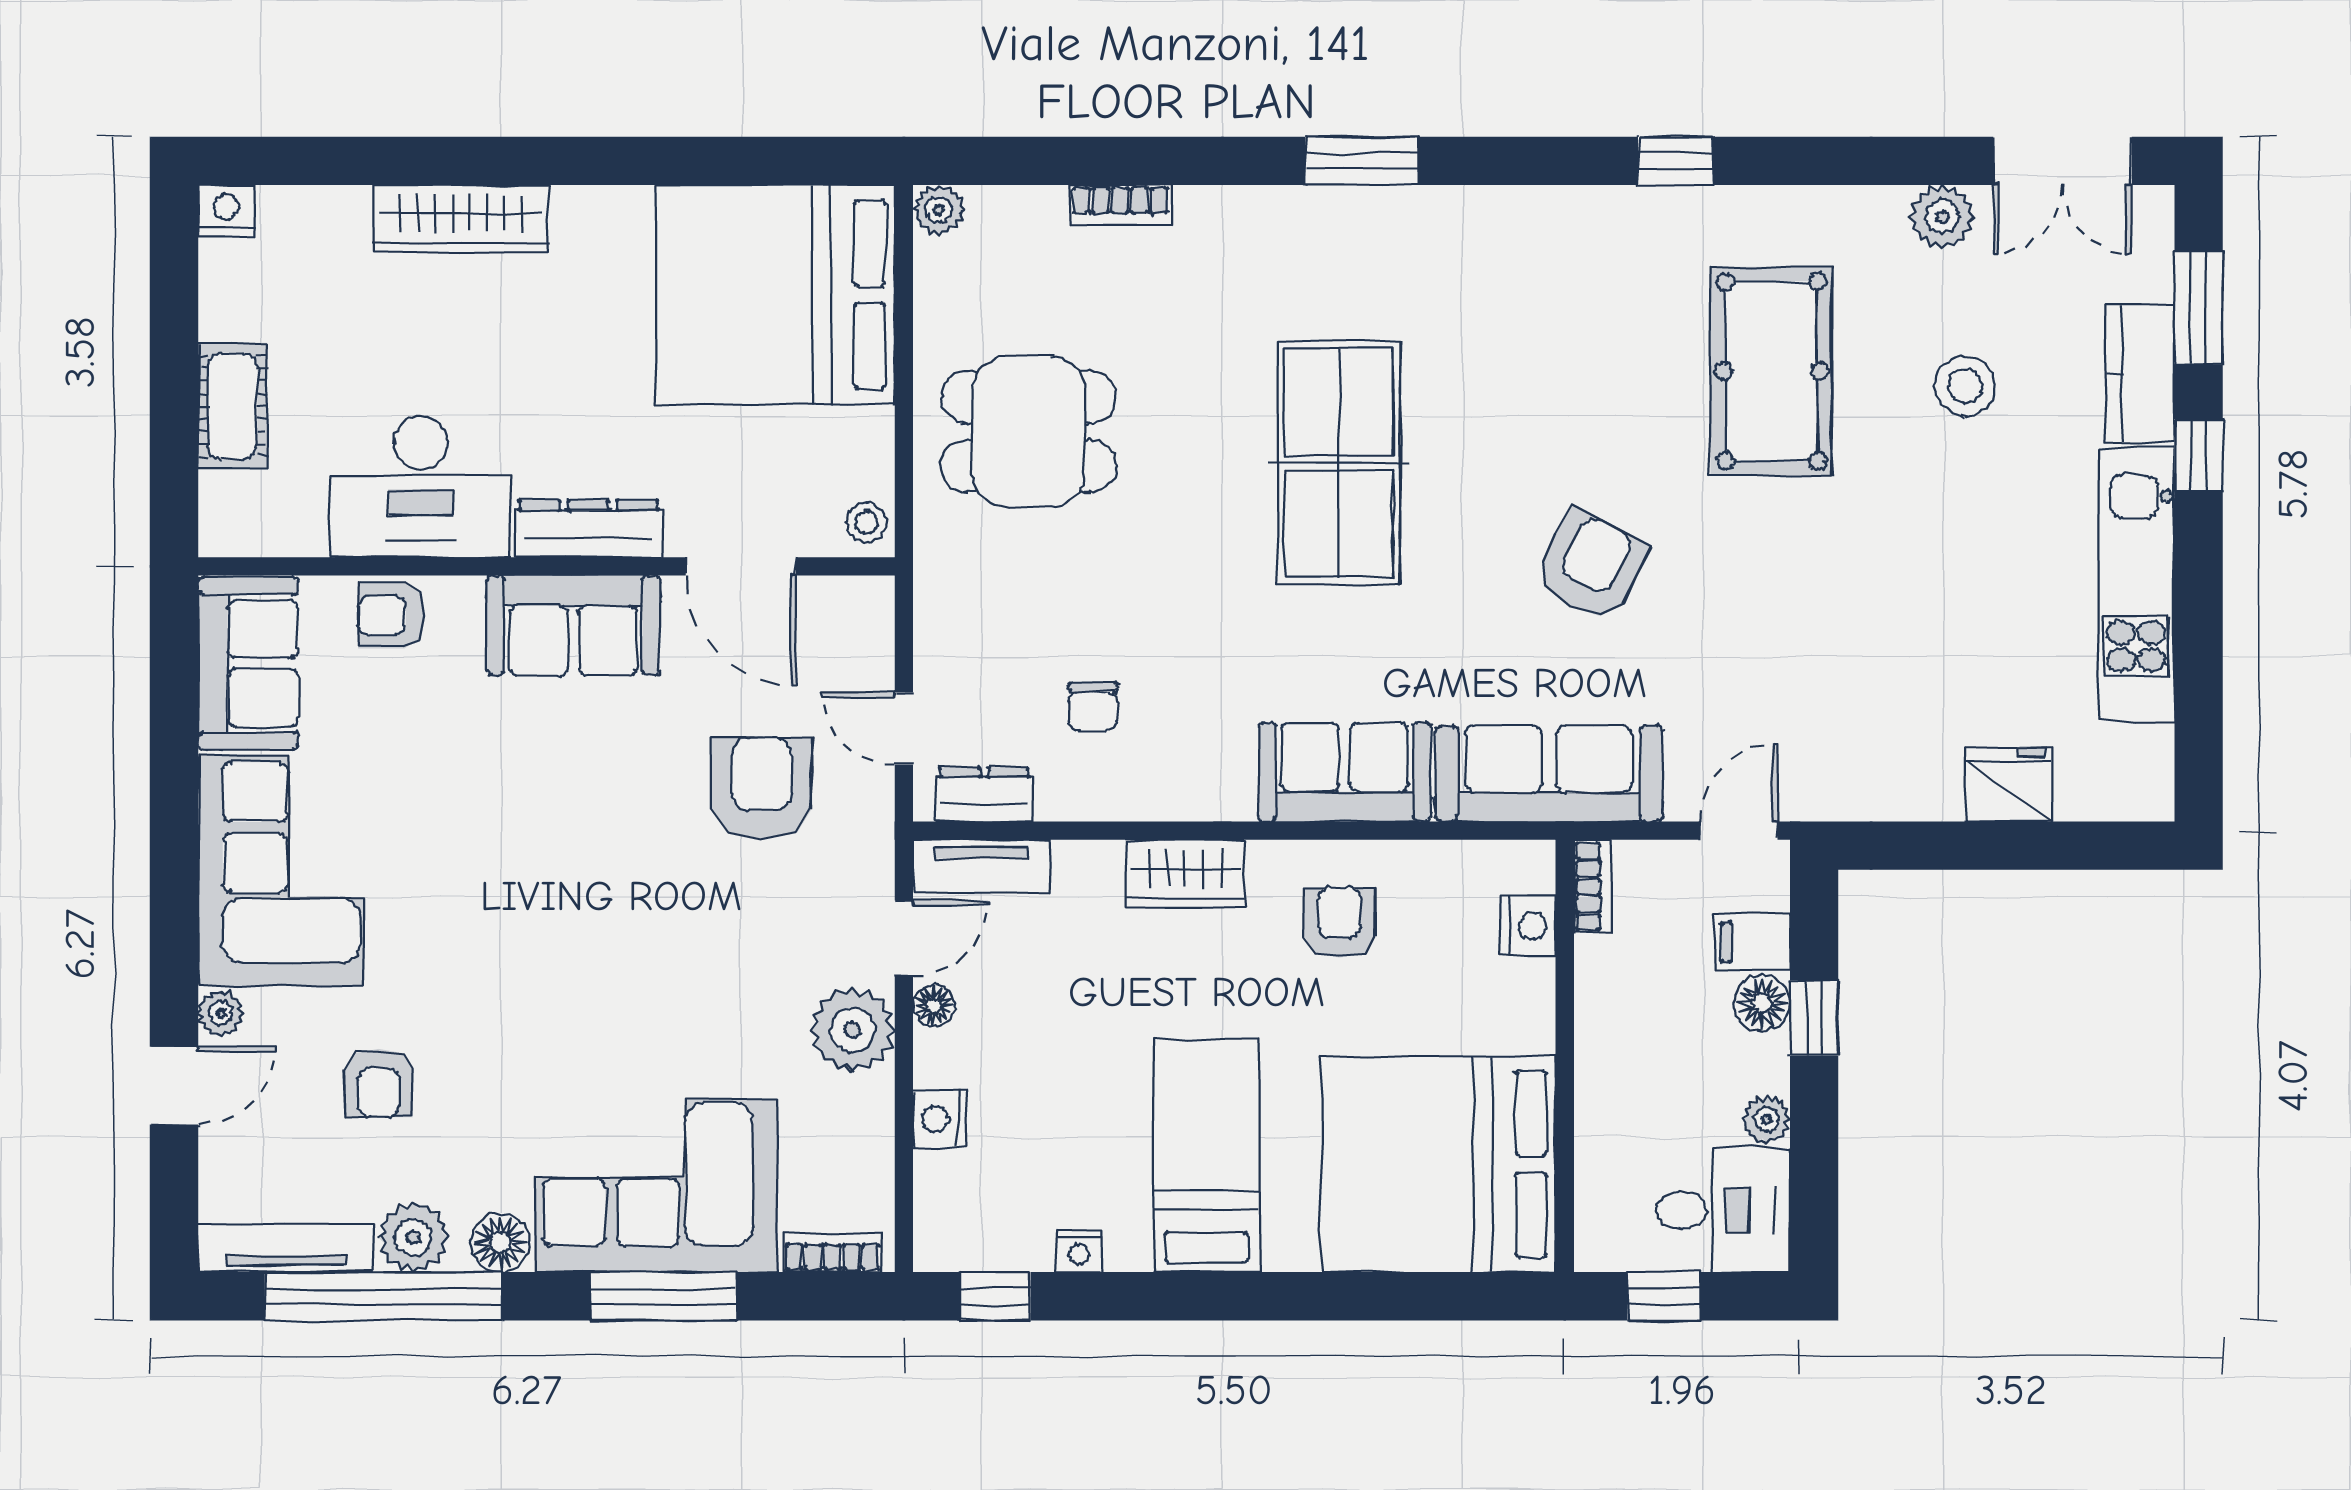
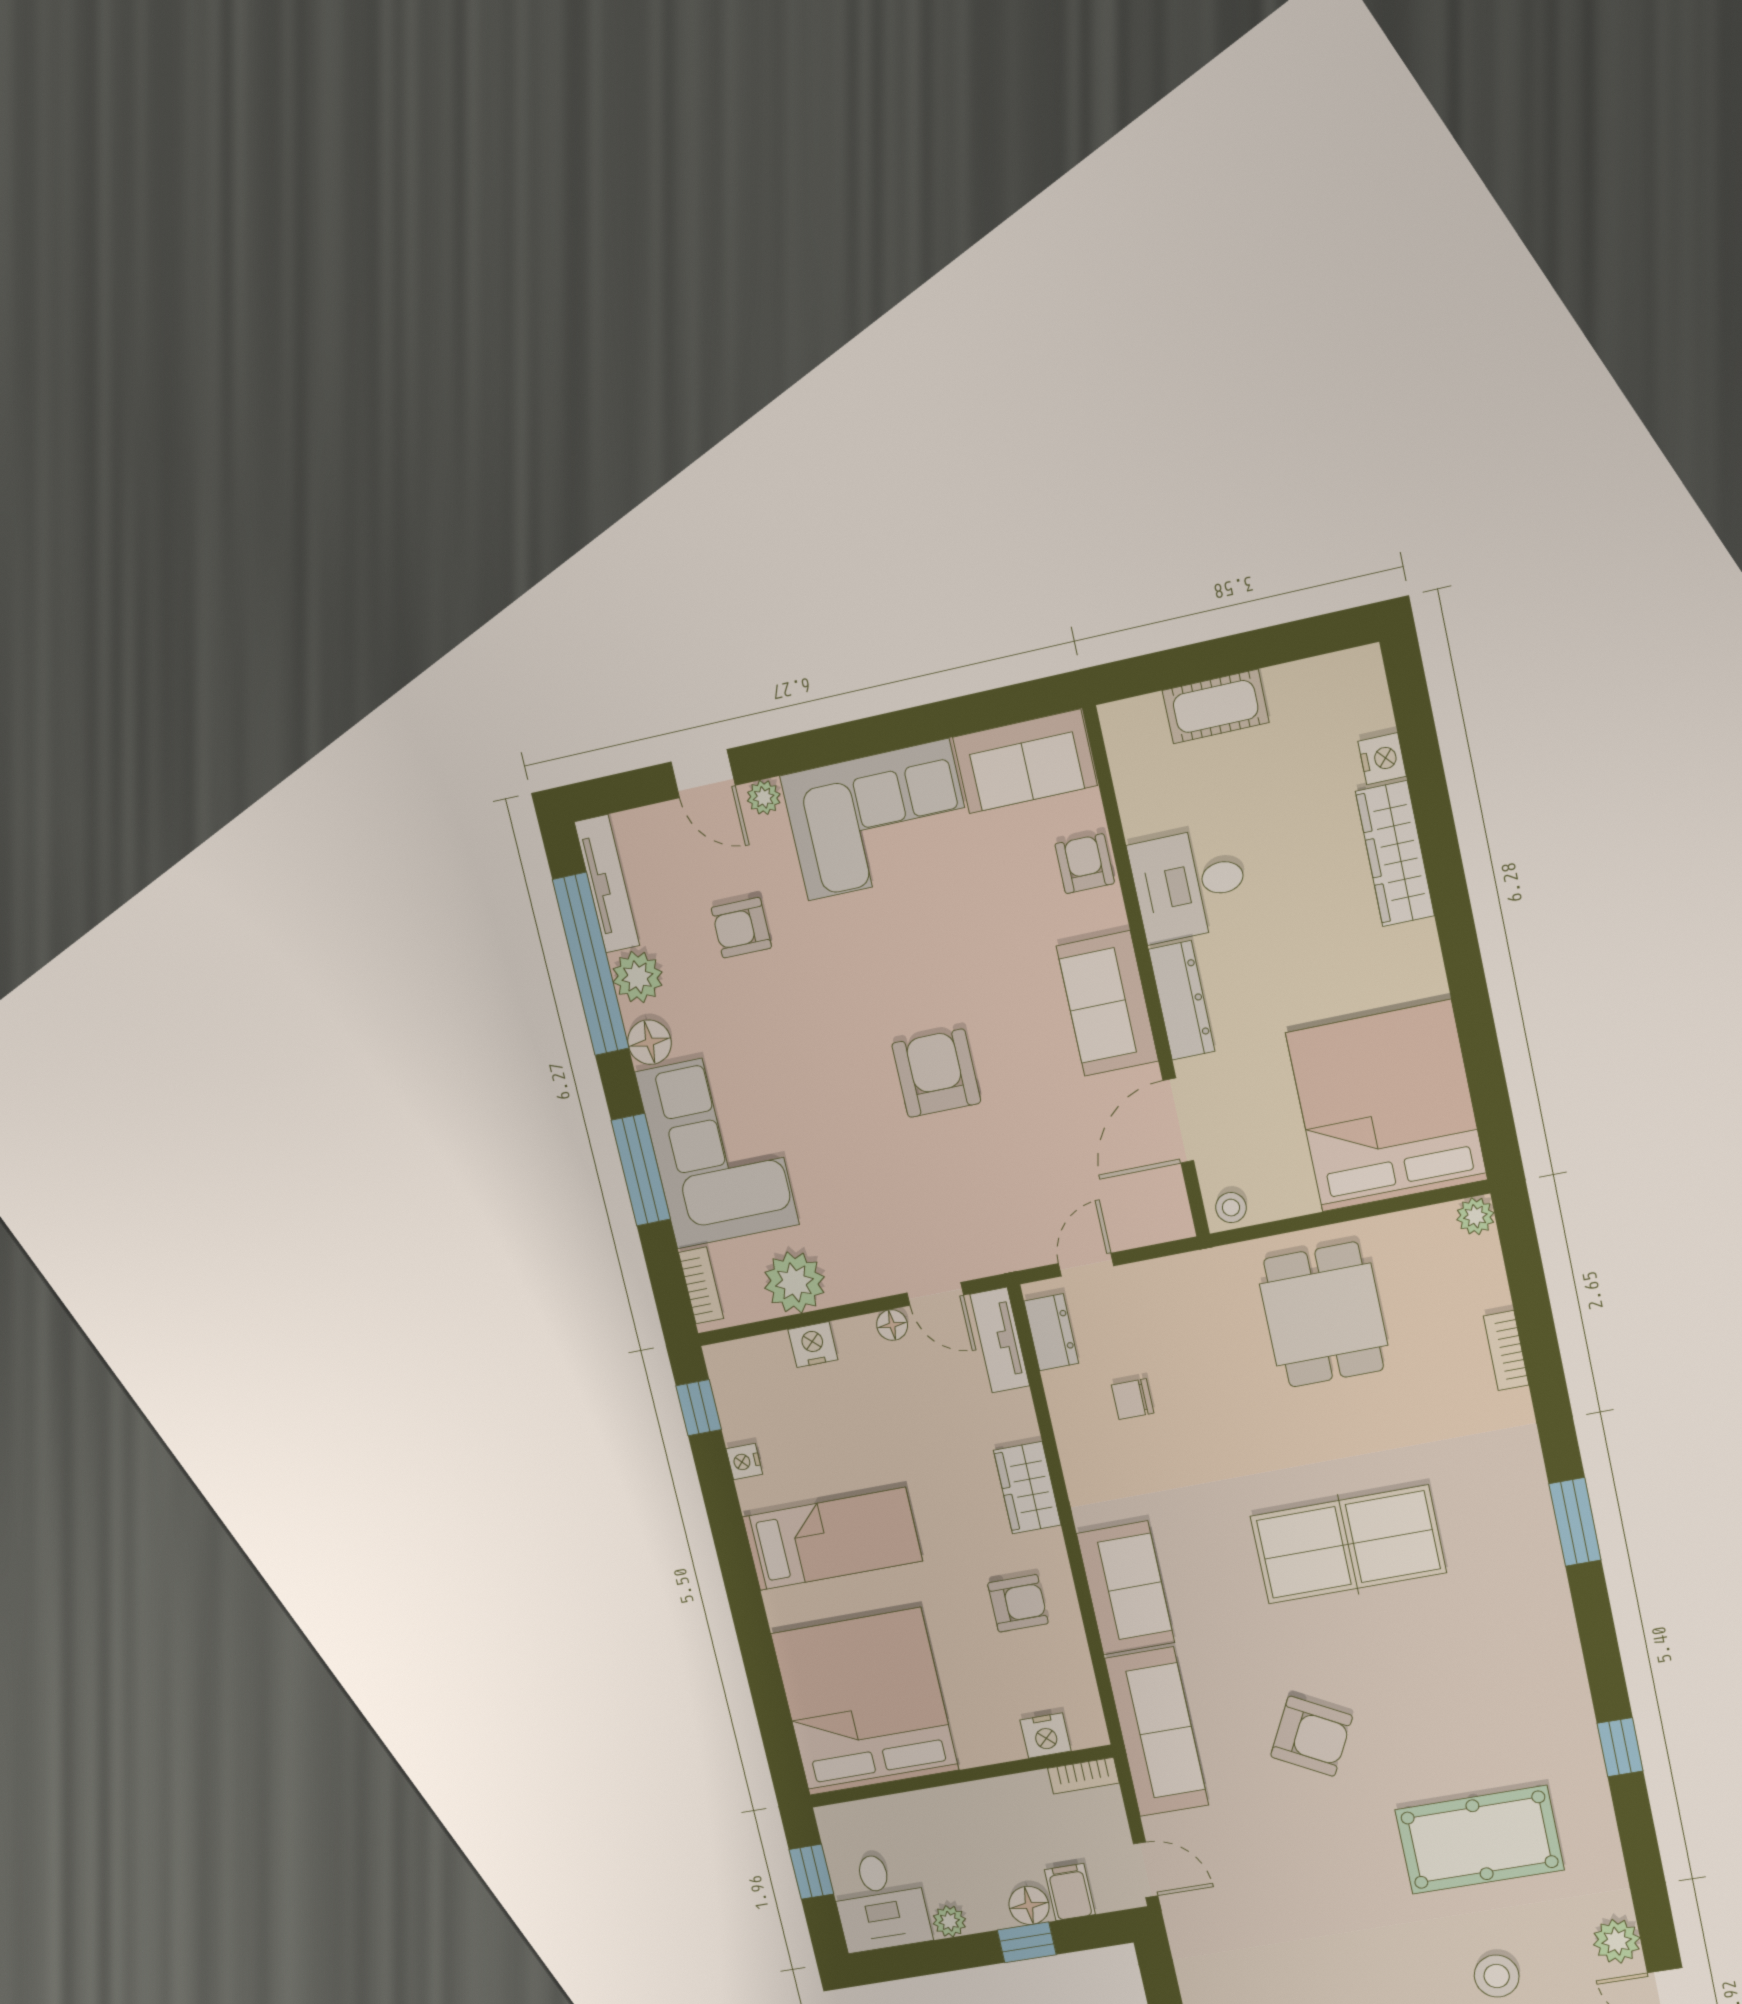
nightstand: (226, 211) -> (1382, 759), moved
desk: (420, 487) -> (1190, 884), width x0.73
armchair: (762, 788) -> (936, 1073), moved, turned -90
plant: (852, 1030) -> (794, 1282), moved

